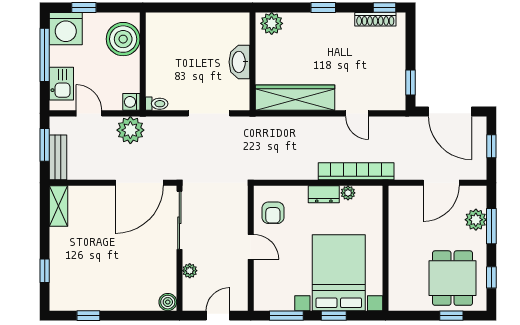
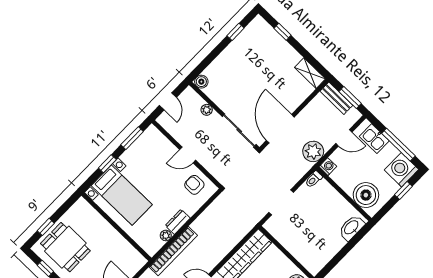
washbasin: (239, 62) -> (352, 228), moved, turned -90
bed with nightstands: (339, 273) -> (122, 195), width x0.73

